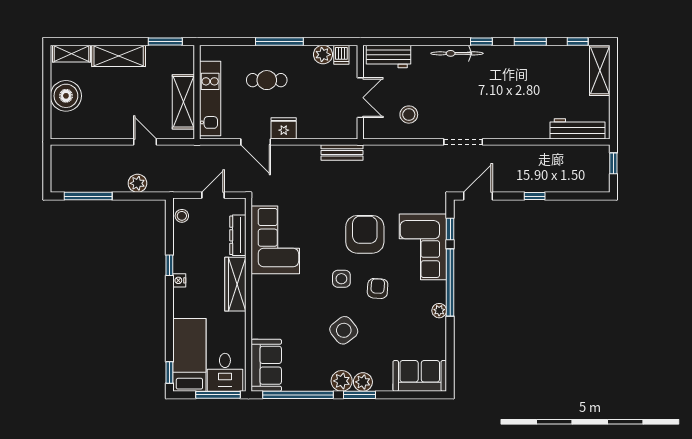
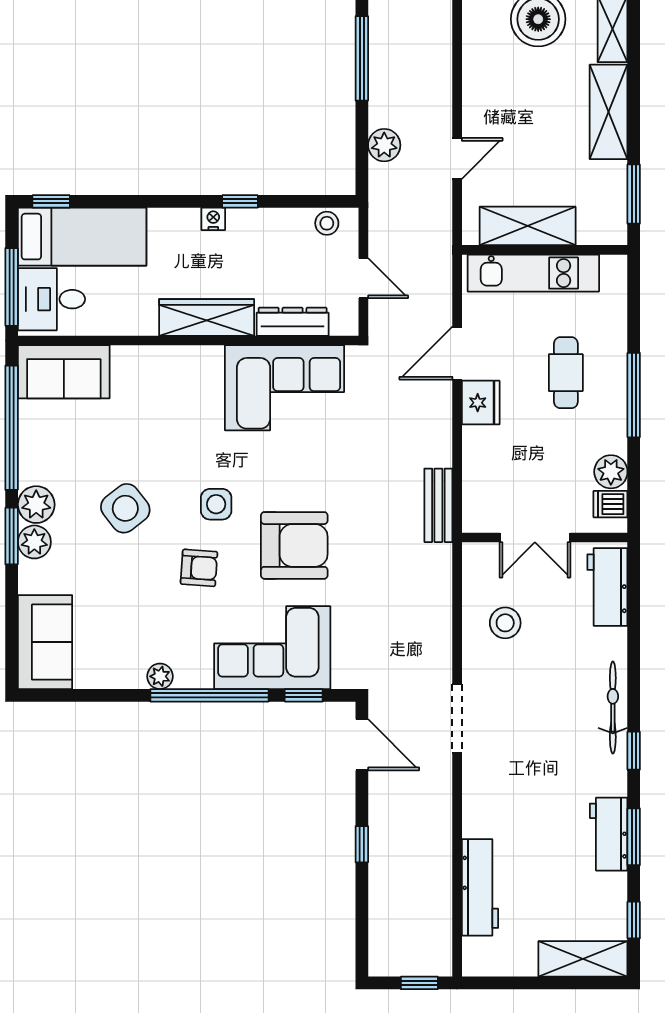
workbench: (529, 56) -> (609, 834), added
workbench: (577, 129) -> (480, 887), moved

